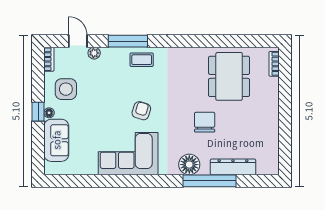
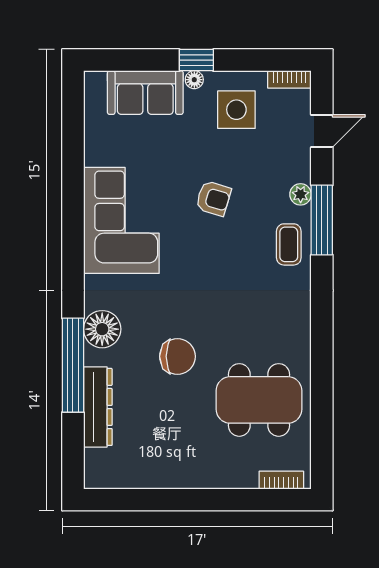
plant: (94, 53) -> (301, 194), moved
armchair: (141, 111) -> (213, 198), moved

